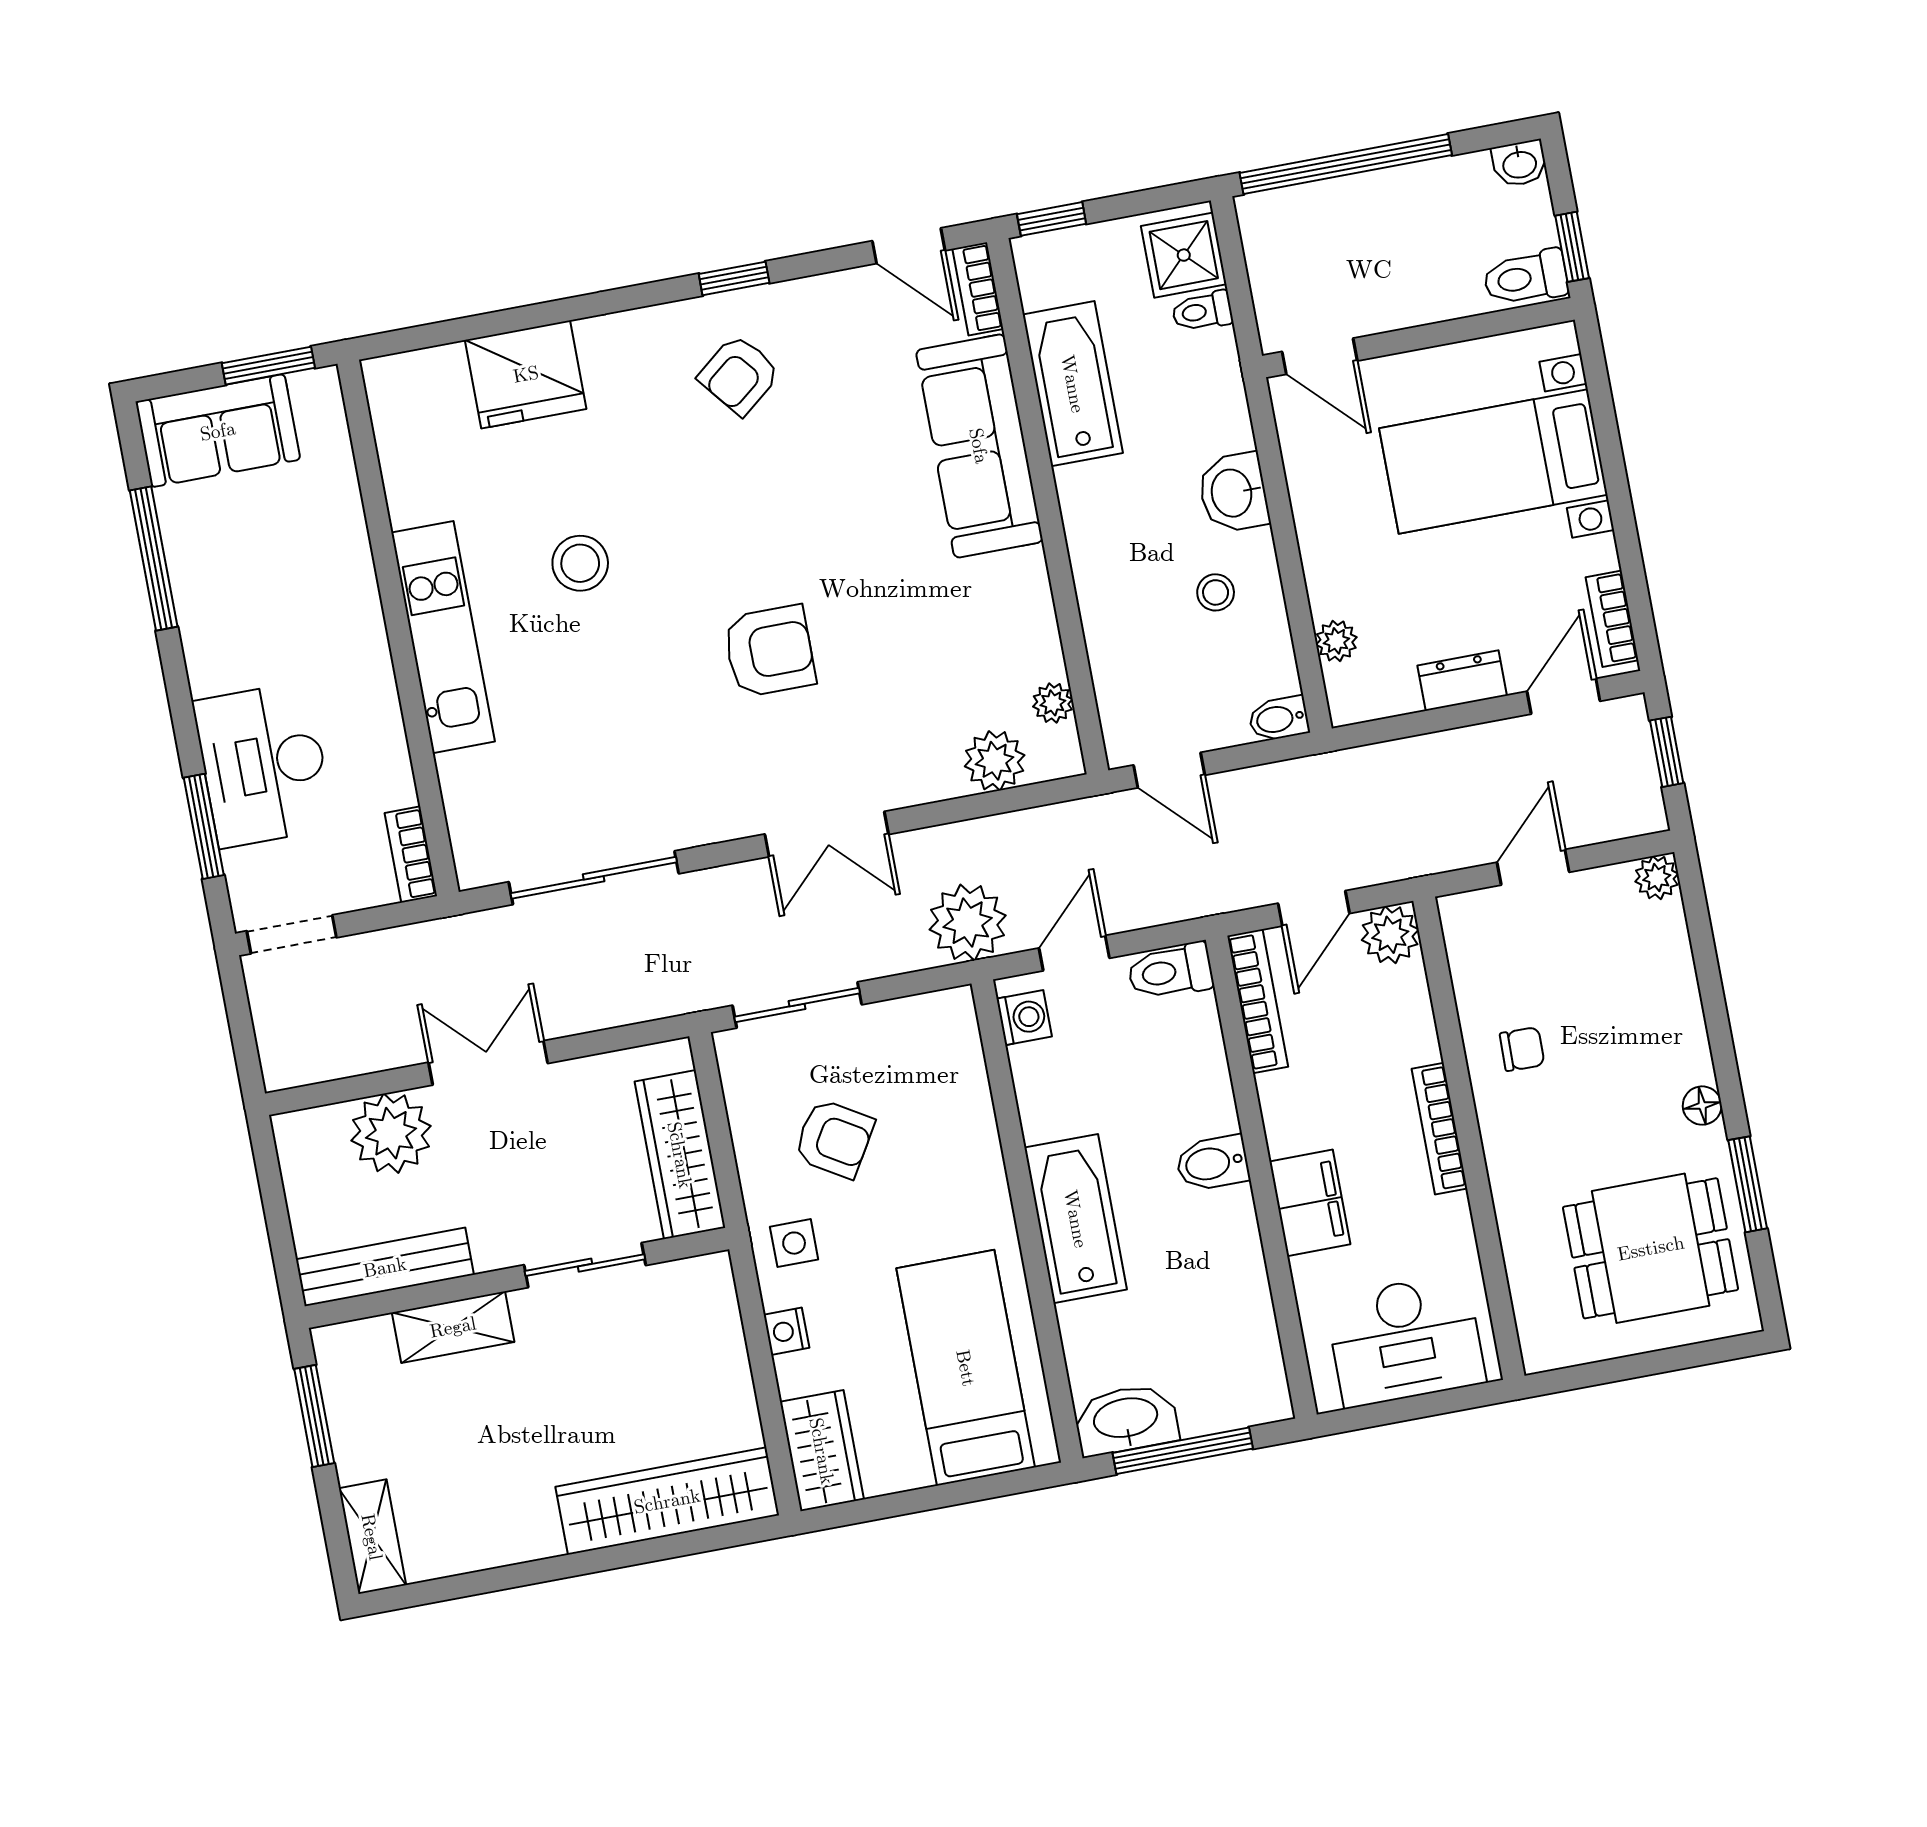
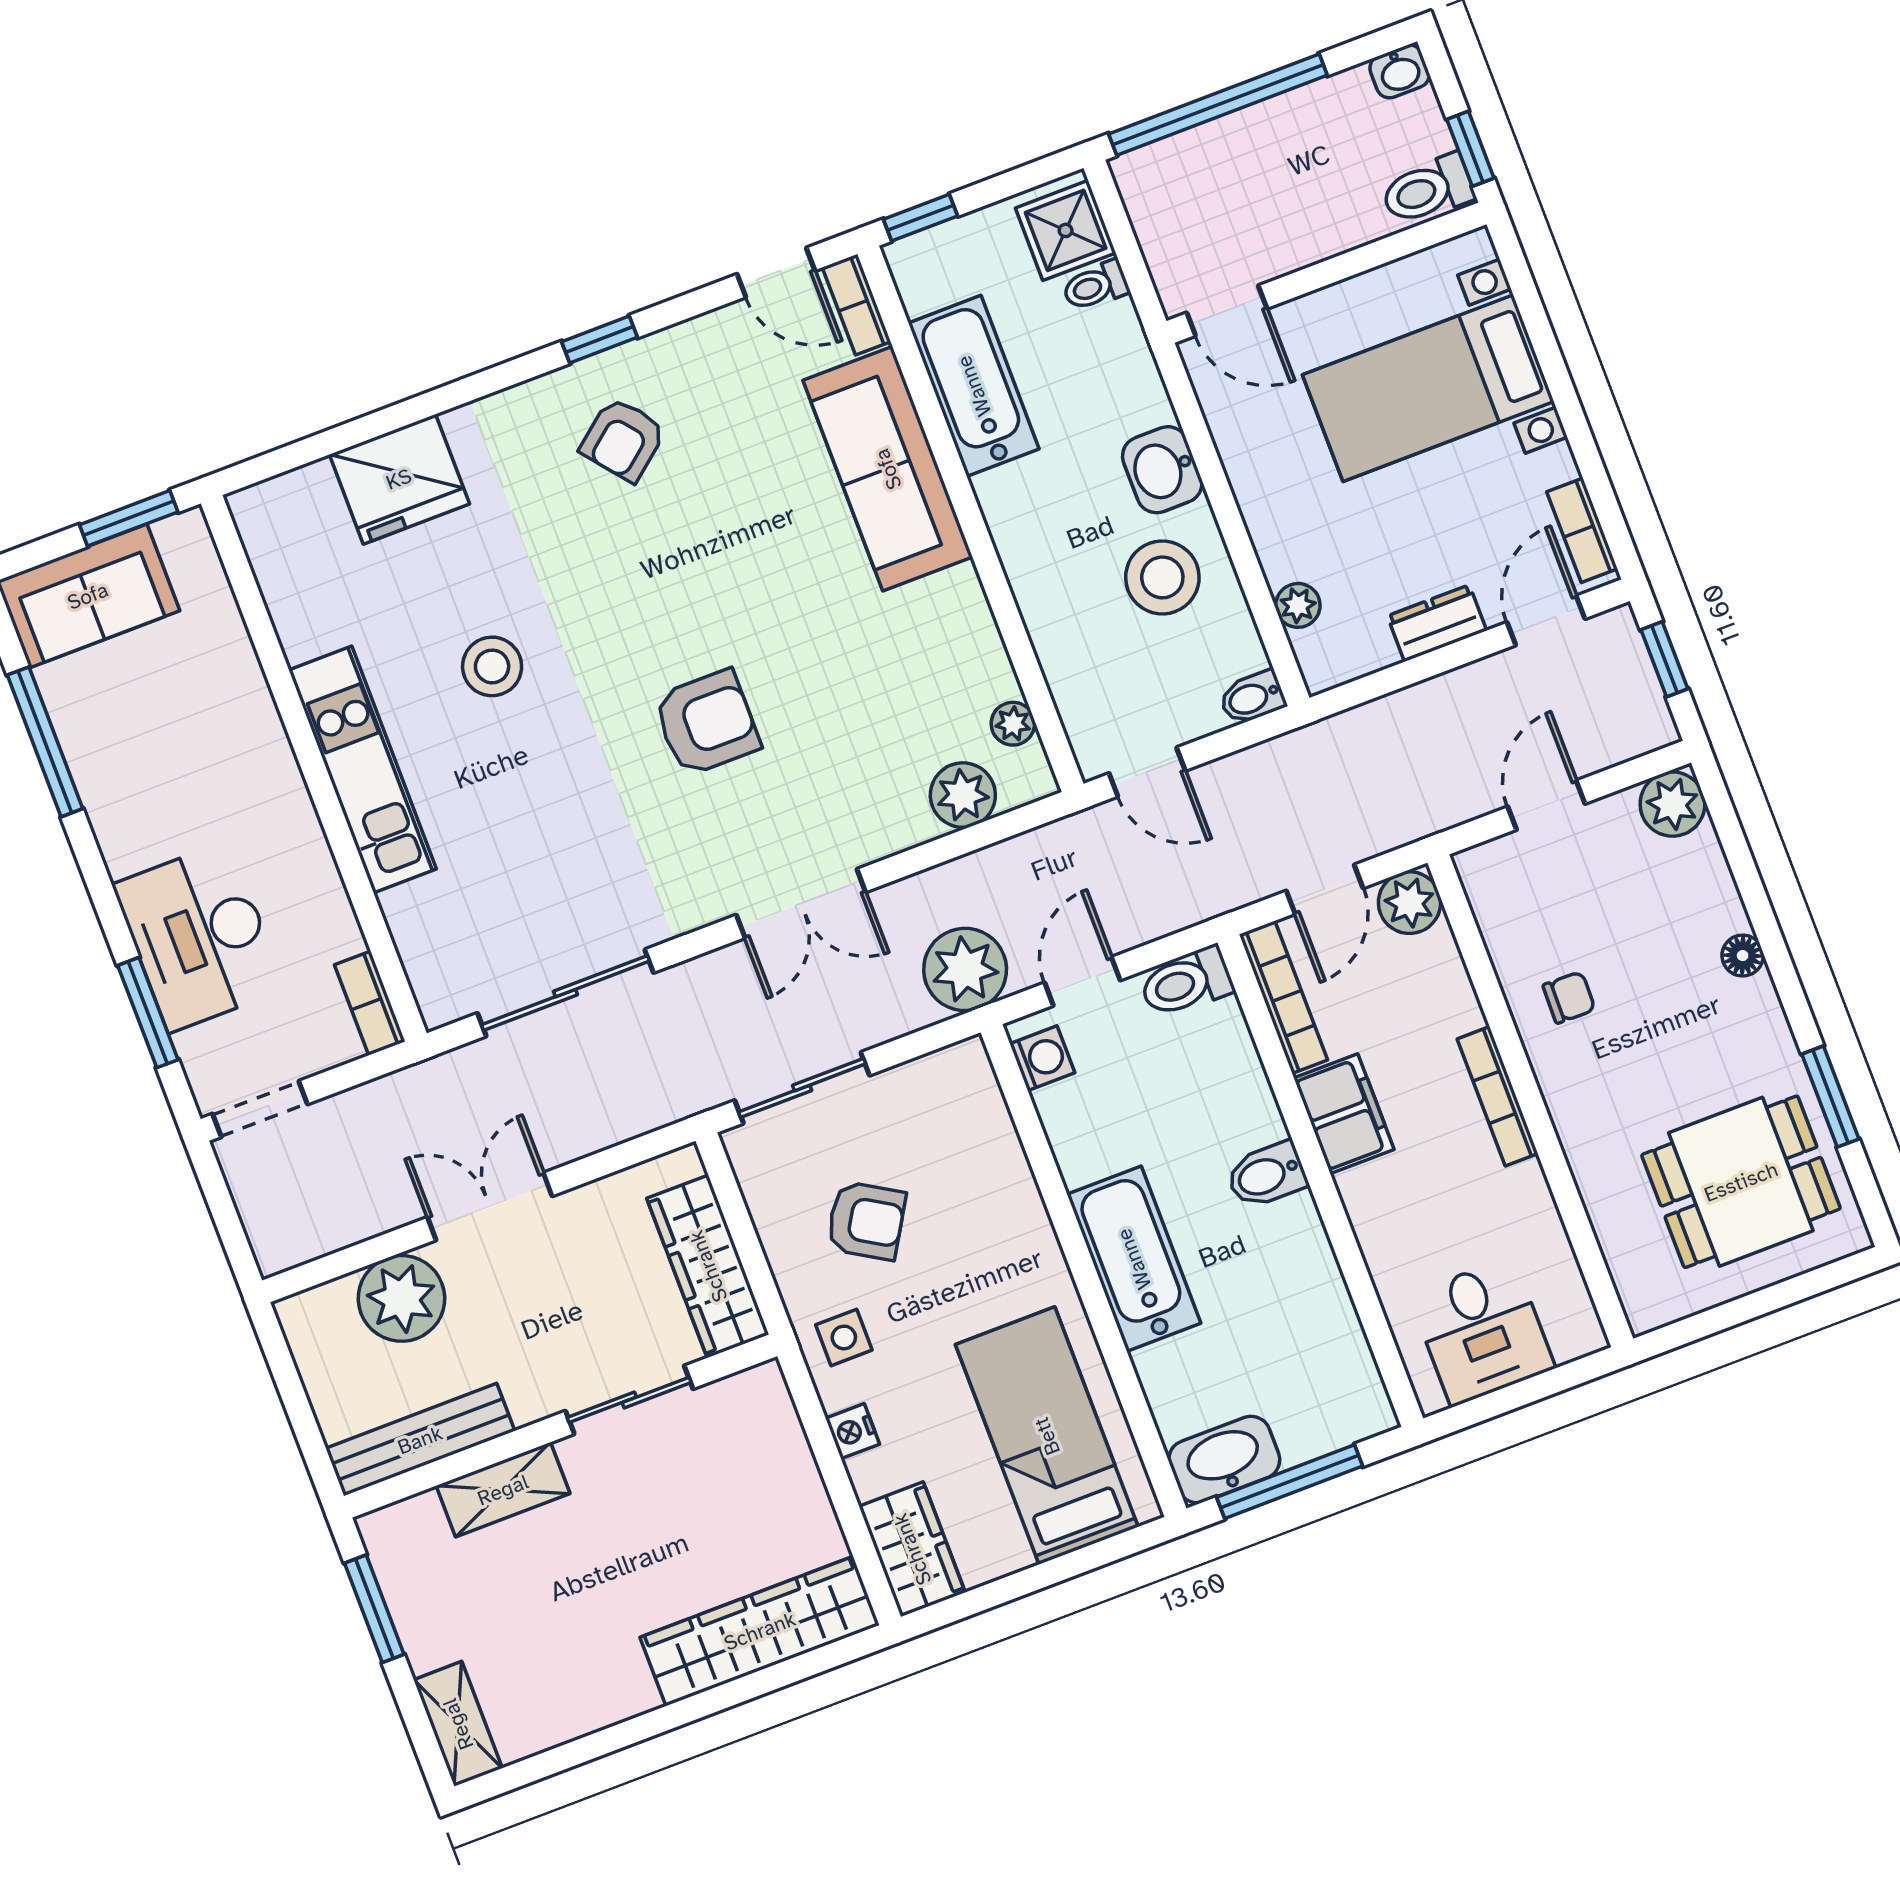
stool: (1216, 592) -> (1162, 577), width x1.89, depth x1.89
plant: (1657, 878) -> (1672, 804), width x1.38, depth x1.38
floor lamp: (1702, 1106) -> (1743, 956), moved
filing cabinet: (1310, 1203) -> (1344, 1114), moved
desk: (1405, 1340) -> (1482, 1331), width x0.73

